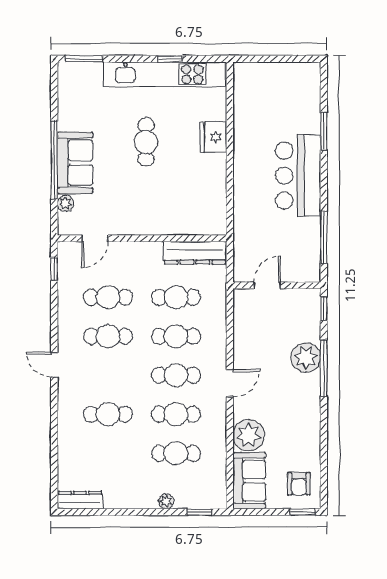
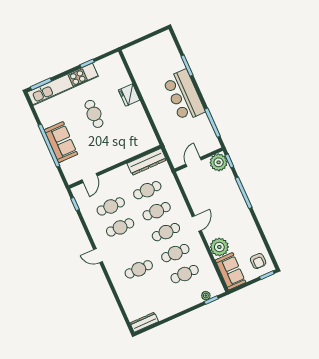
kitchen unit: (164, 74) -> (63, 84), moved
plant: (65, 203) -> (65, 166), removed
plant: (306, 358) -> (219, 162), moved
plant: (166, 501) -> (206, 296), moved

